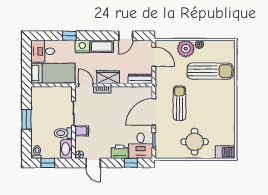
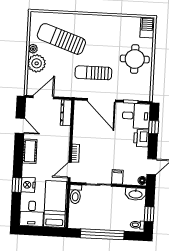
nightstand: (82, 47) -> (28, 185), moved
sun lounger: (210, 71) -> (61, 39), turned -71
wardrobe: (108, 77) -> (62, 146), removed
window: (26, 119) -> (102, 234), width x2.11
toilet: (63, 133) -> (75, 194), moved

